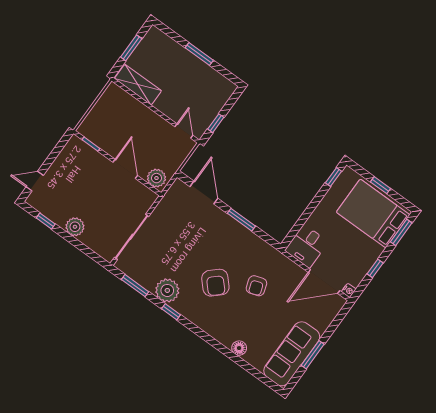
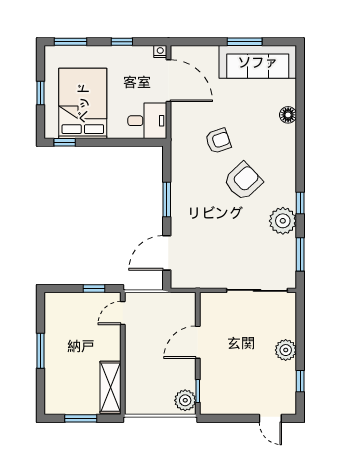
plant: (156, 178) -> (185, 400), moved
bed: (373, 213) -> (83, 103), moved, turned 180

